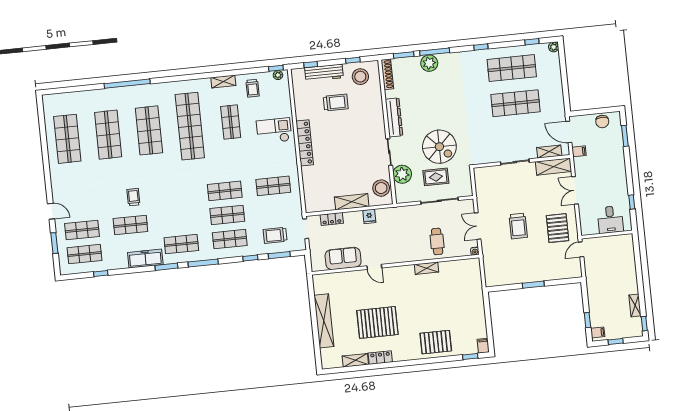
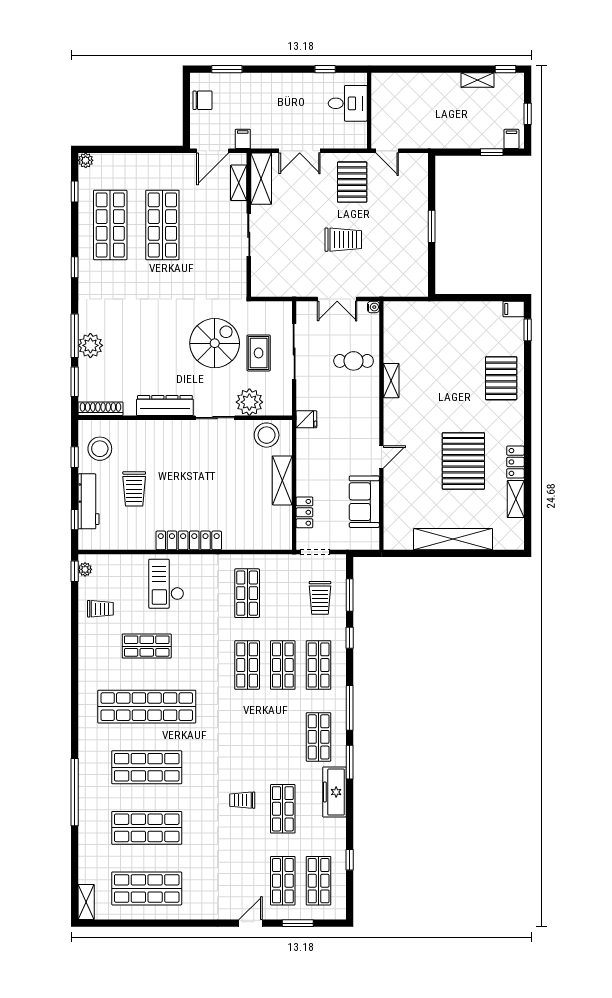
shelving: (223, 81) -> (86, 902), moved
trolley: (336, 103) -> (134, 489), turned 180
fridge: (369, 216) -> (306, 419), moved
pallet: (558, 228) -> (352, 182), turned 90

